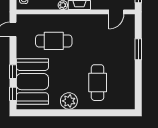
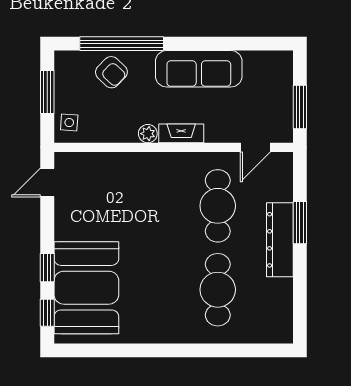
cafe table: (54, 41) -> (218, 206), moved, turned 90
dresser: (128, 58) -> (280, 240), added
plant: (69, 101) -> (160, 327), removed

